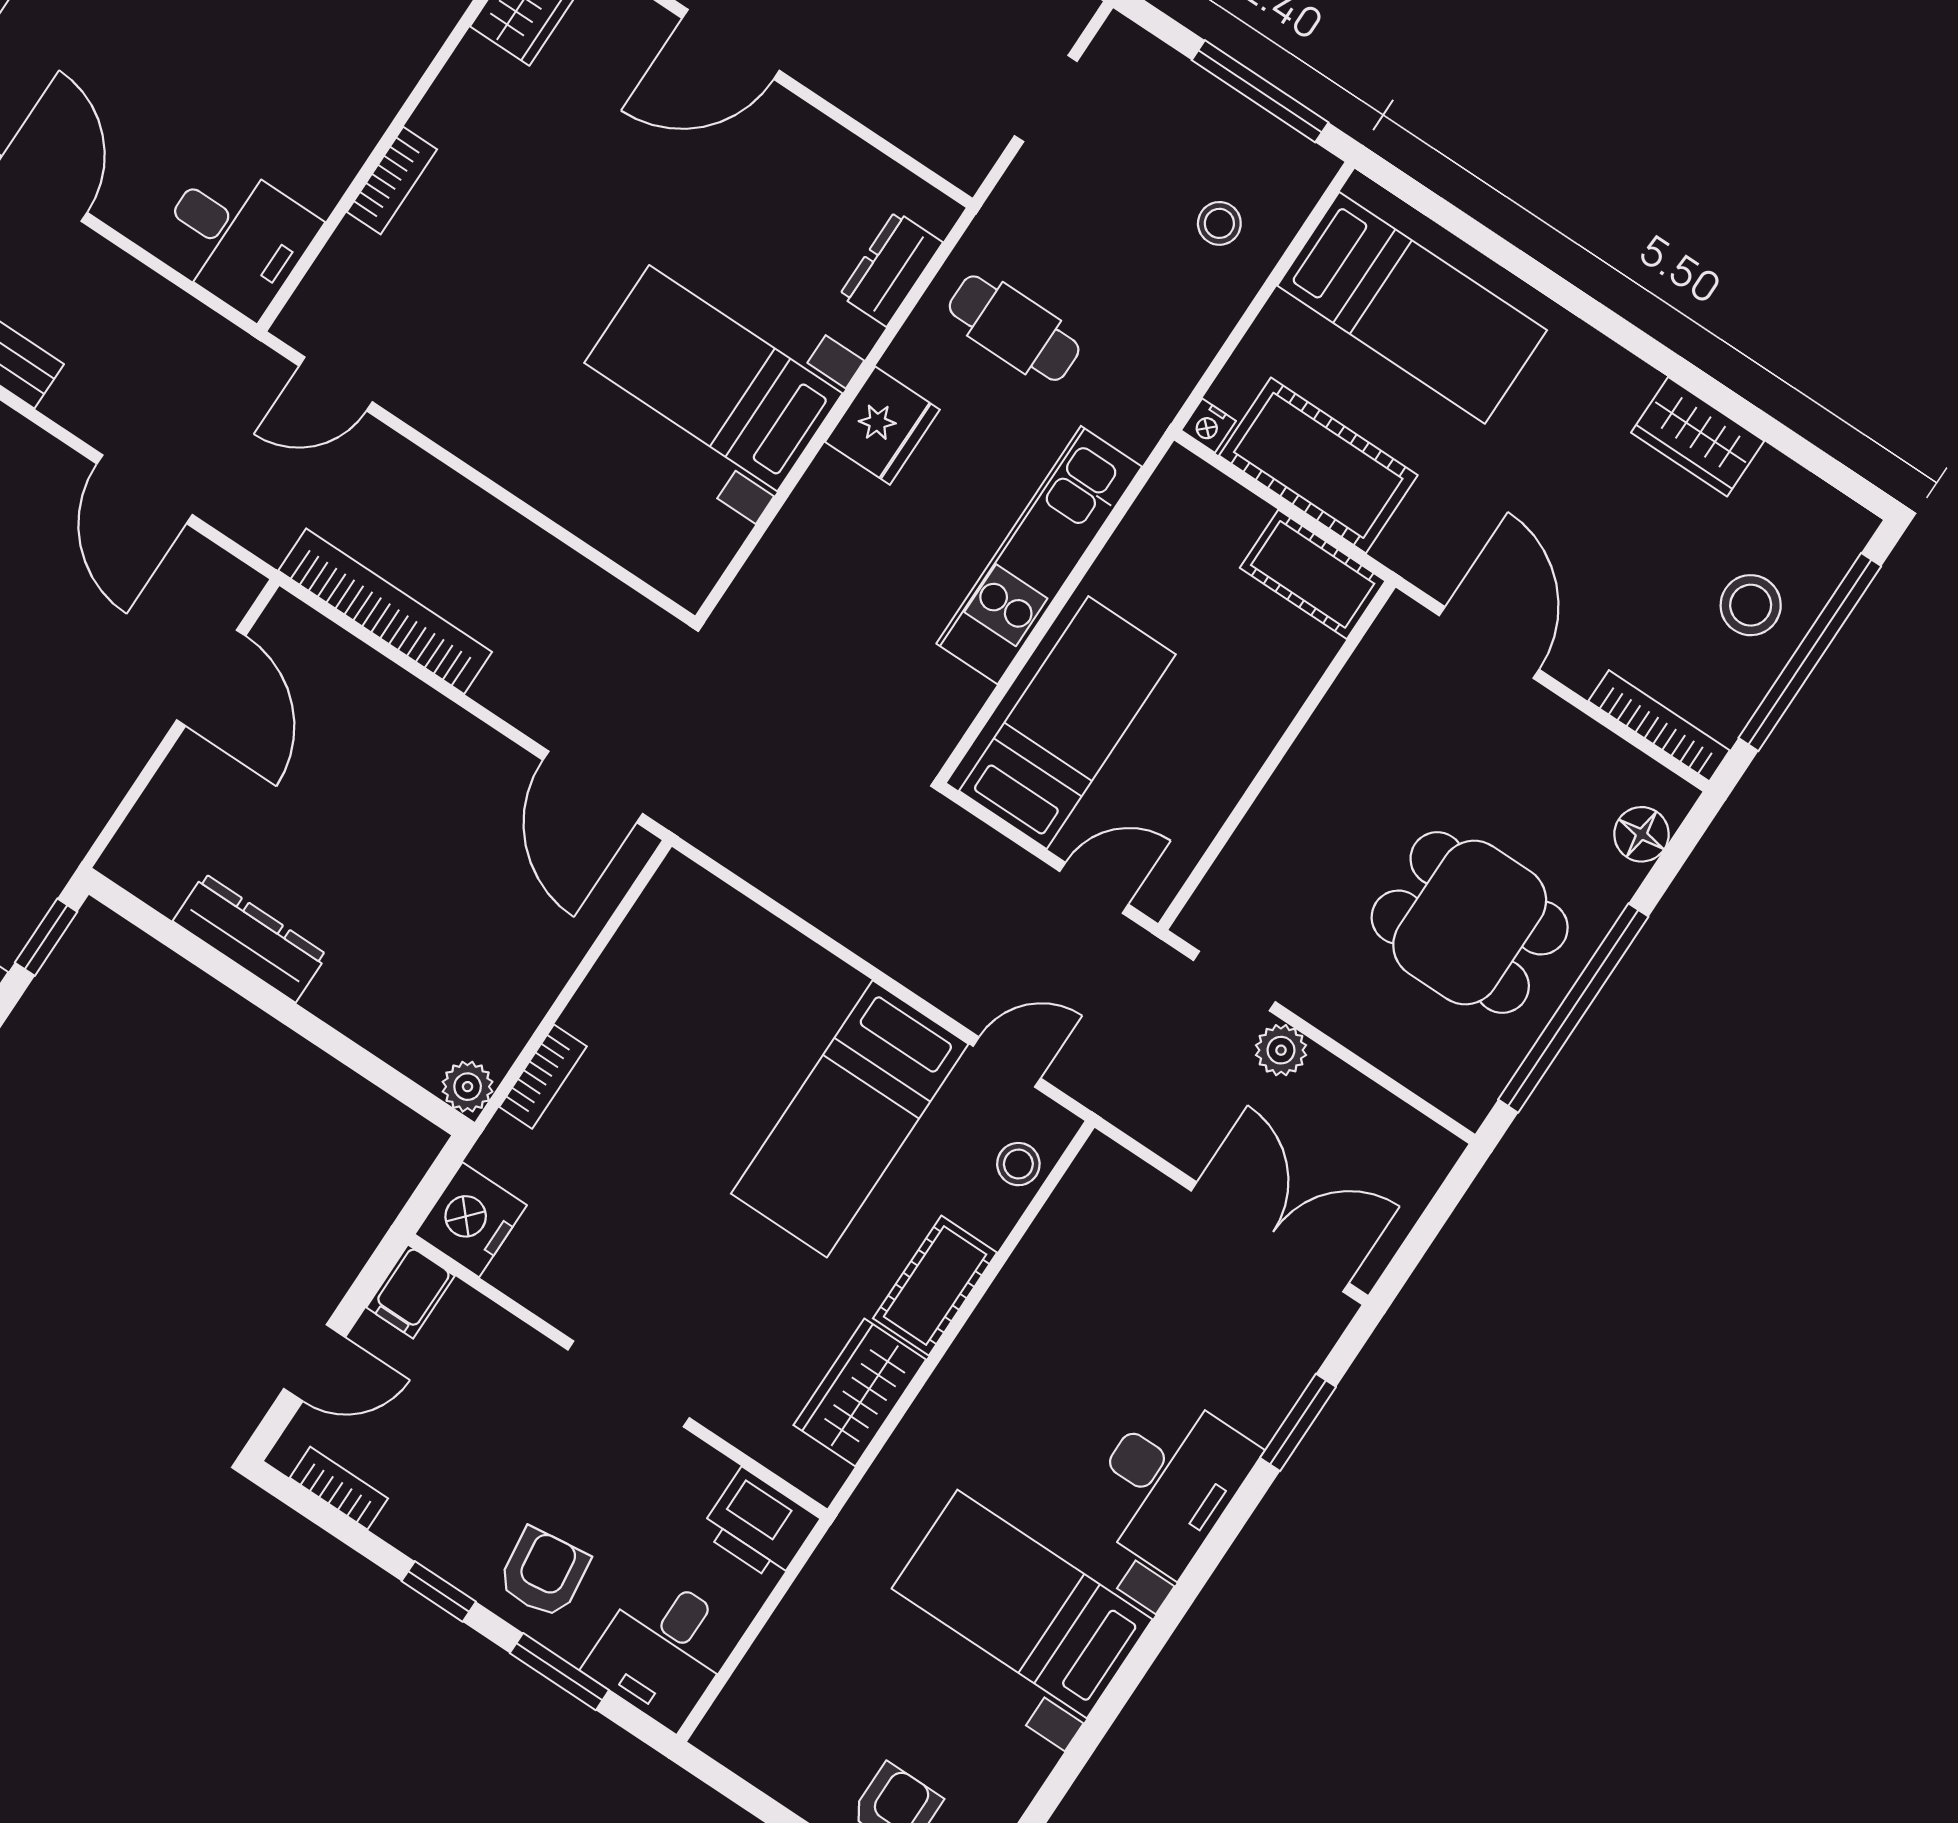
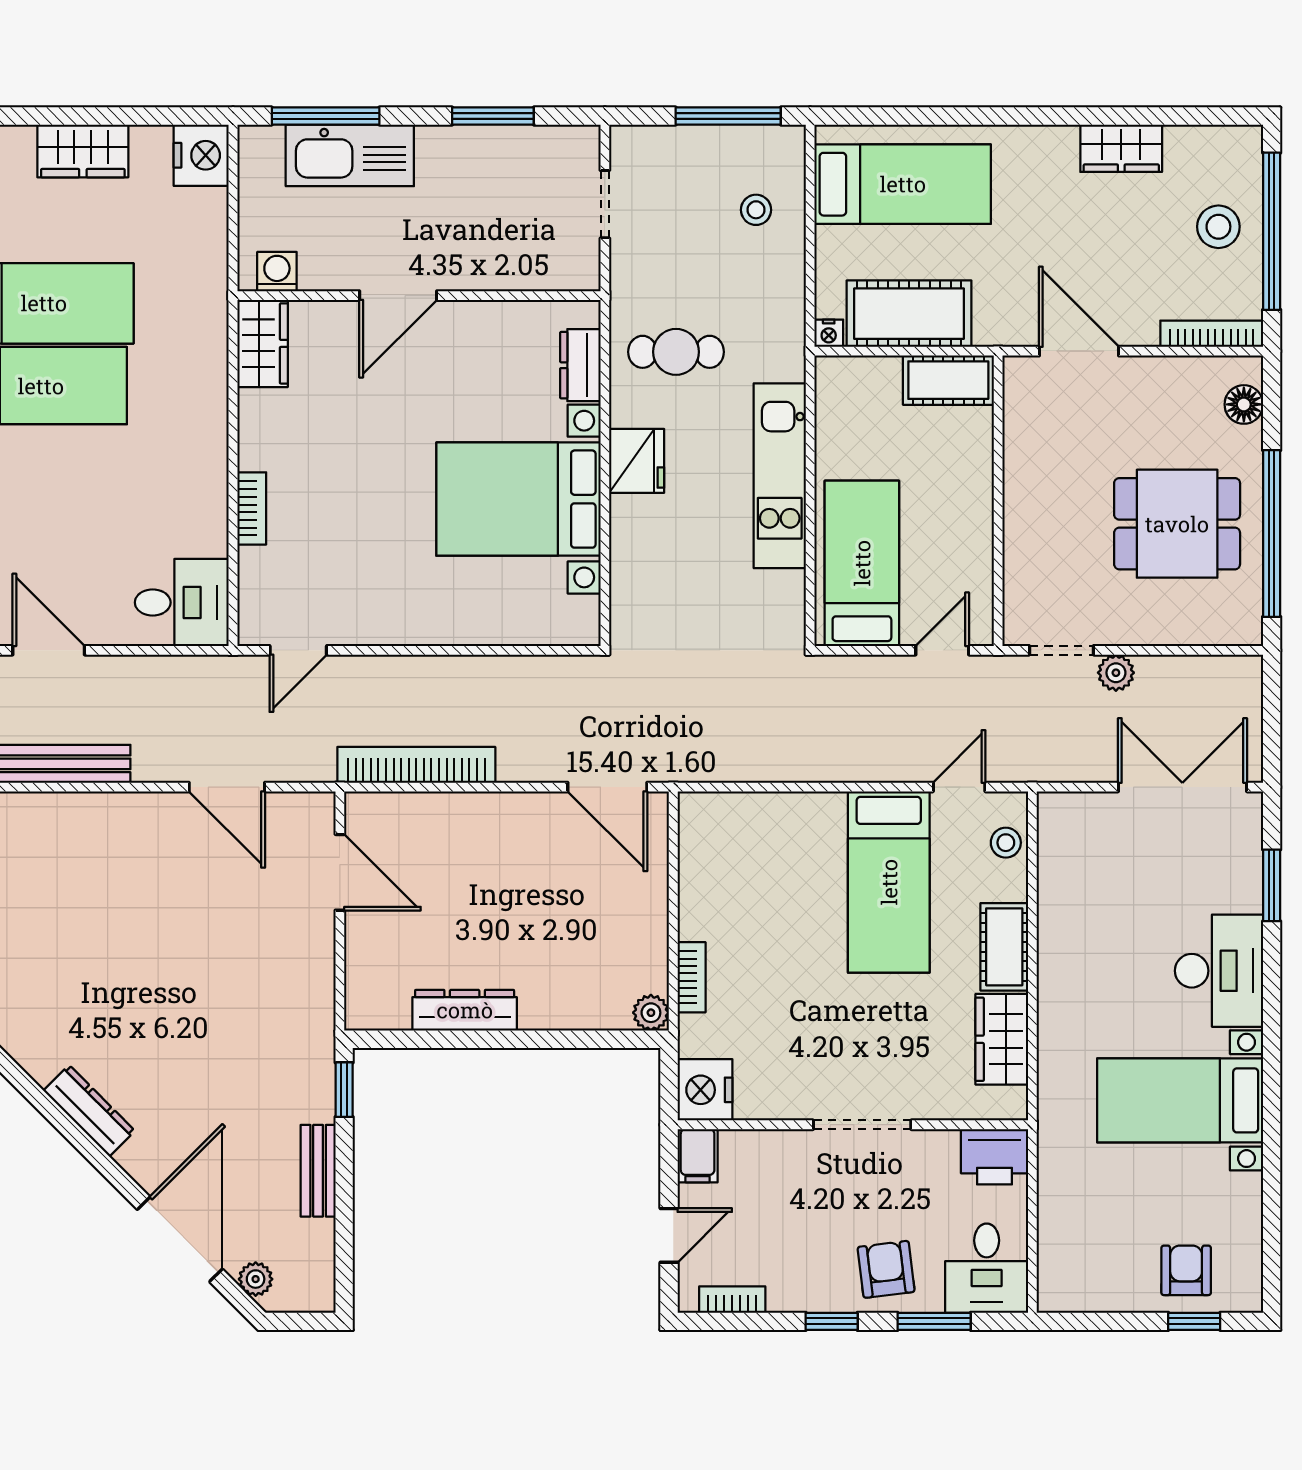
bed with nightstands: (713, 378) -> (518, 499), width x1.36

